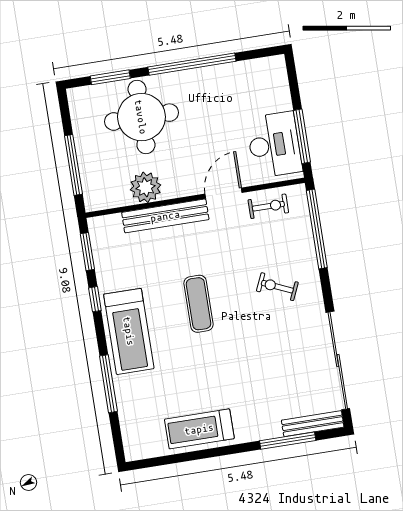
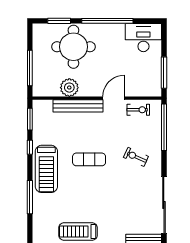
desk: (274, 145) -> (143, 38), moved, turned -90
exercise mat: (198, 304) -> (89, 159), turned 90

